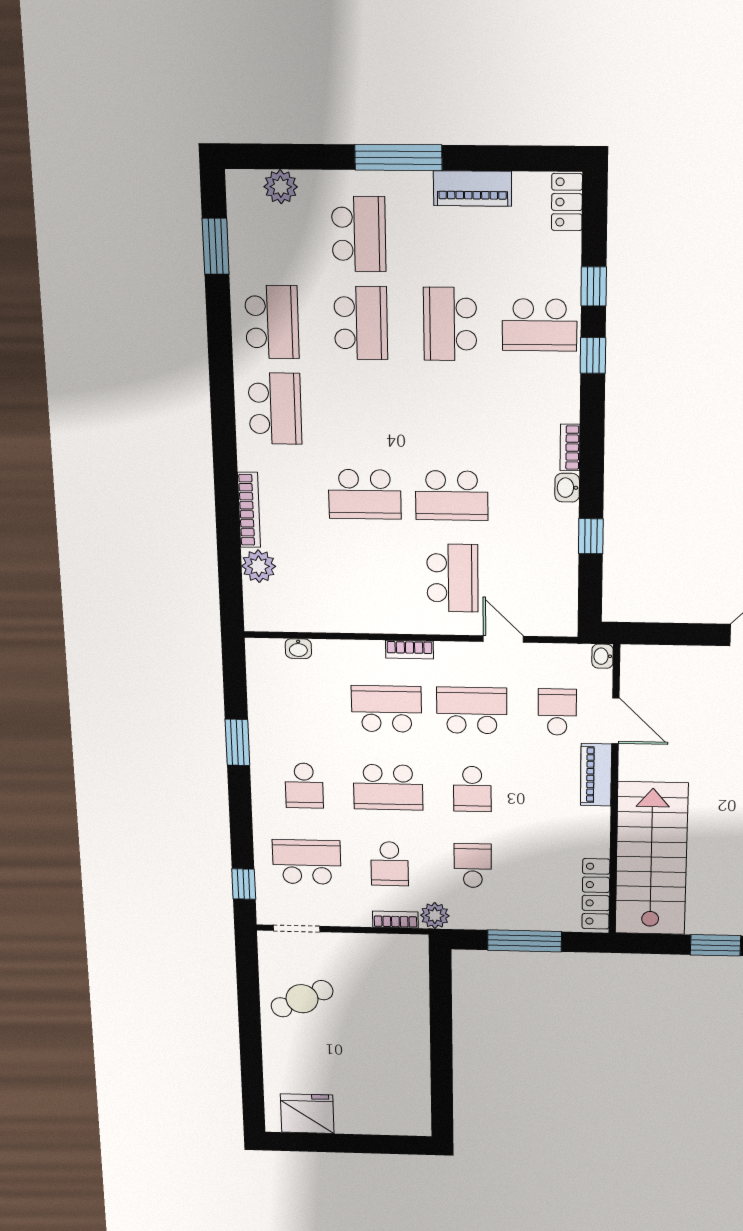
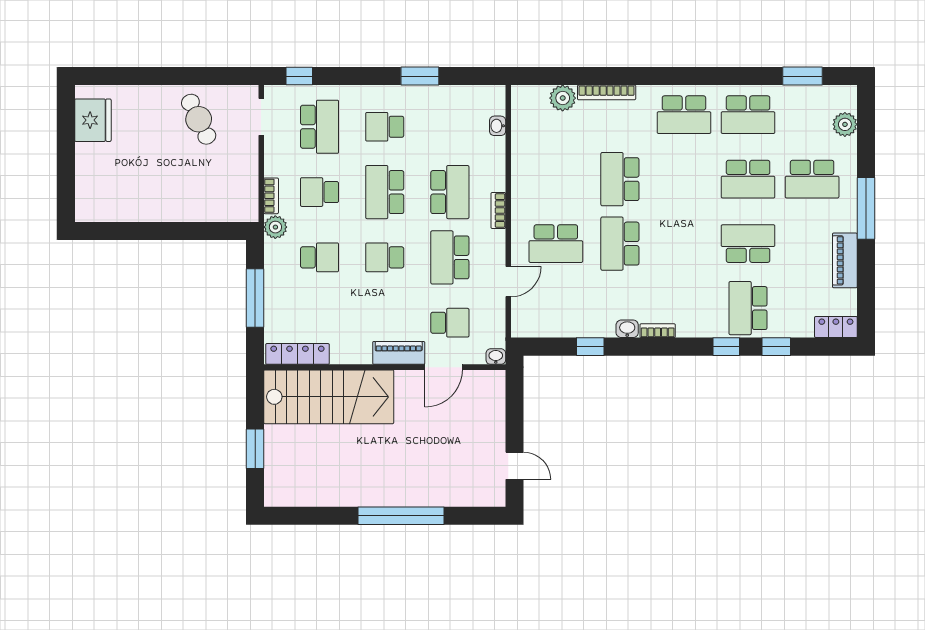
school desk: (472, 710) -> (450, 257), turned 180

